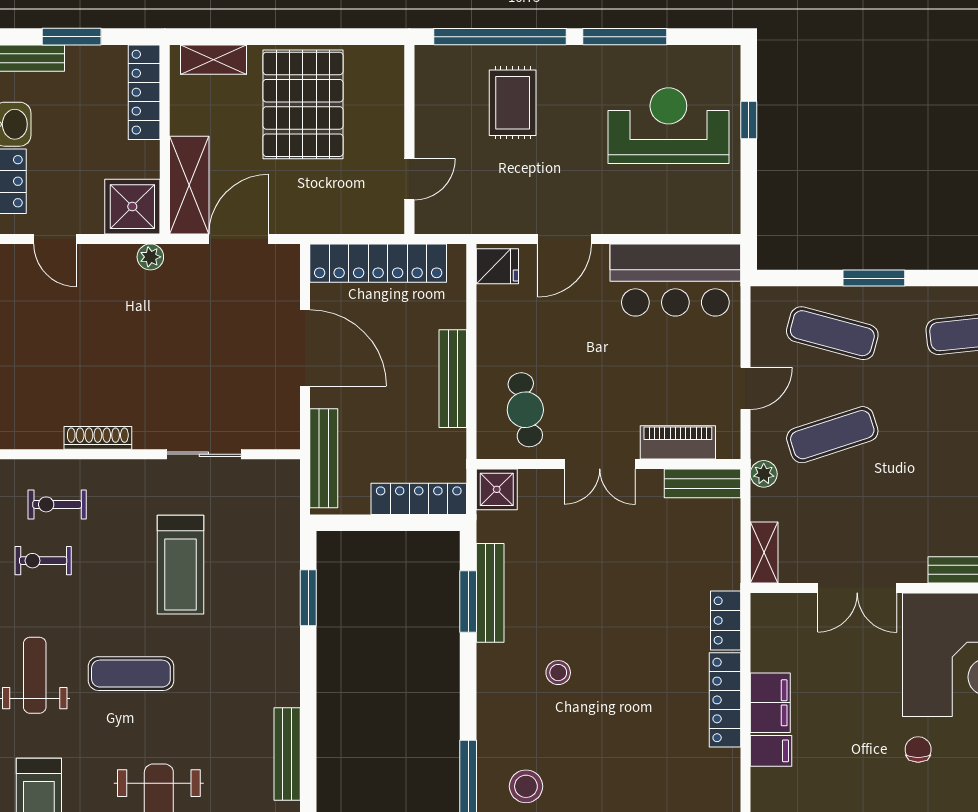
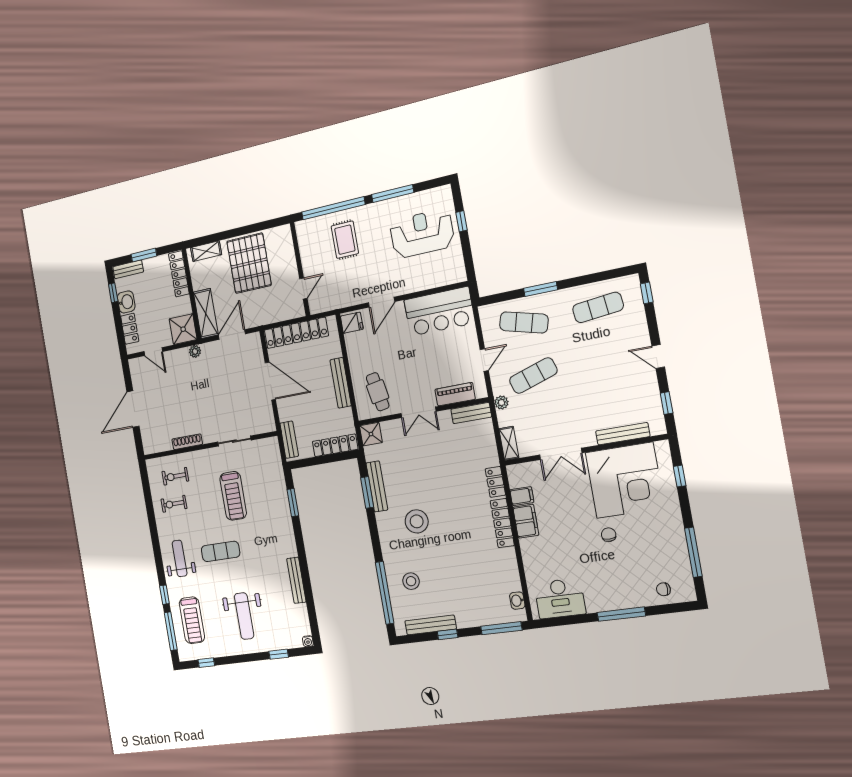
bench: (324, 458) -> (289, 440), width x0.73
stool: (558, 673) -> (417, 521), width x1.89, depth x1.89
filing cabinet: (771, 751) -> (522, 496), moved

